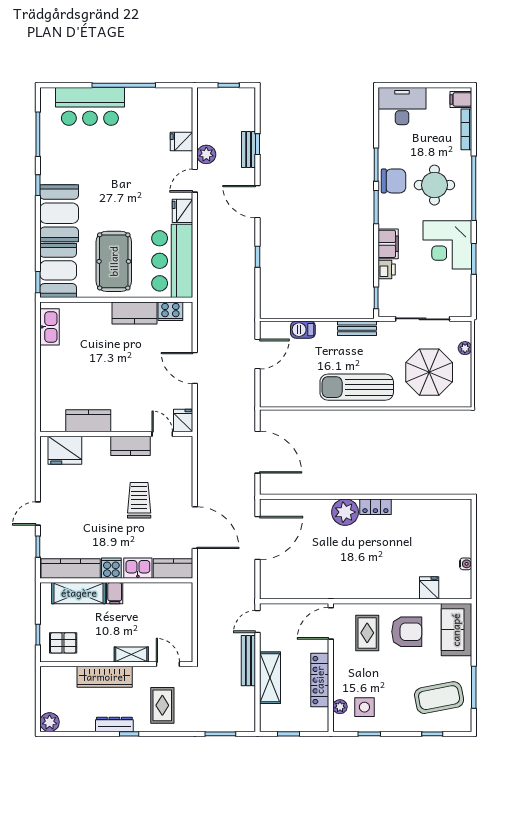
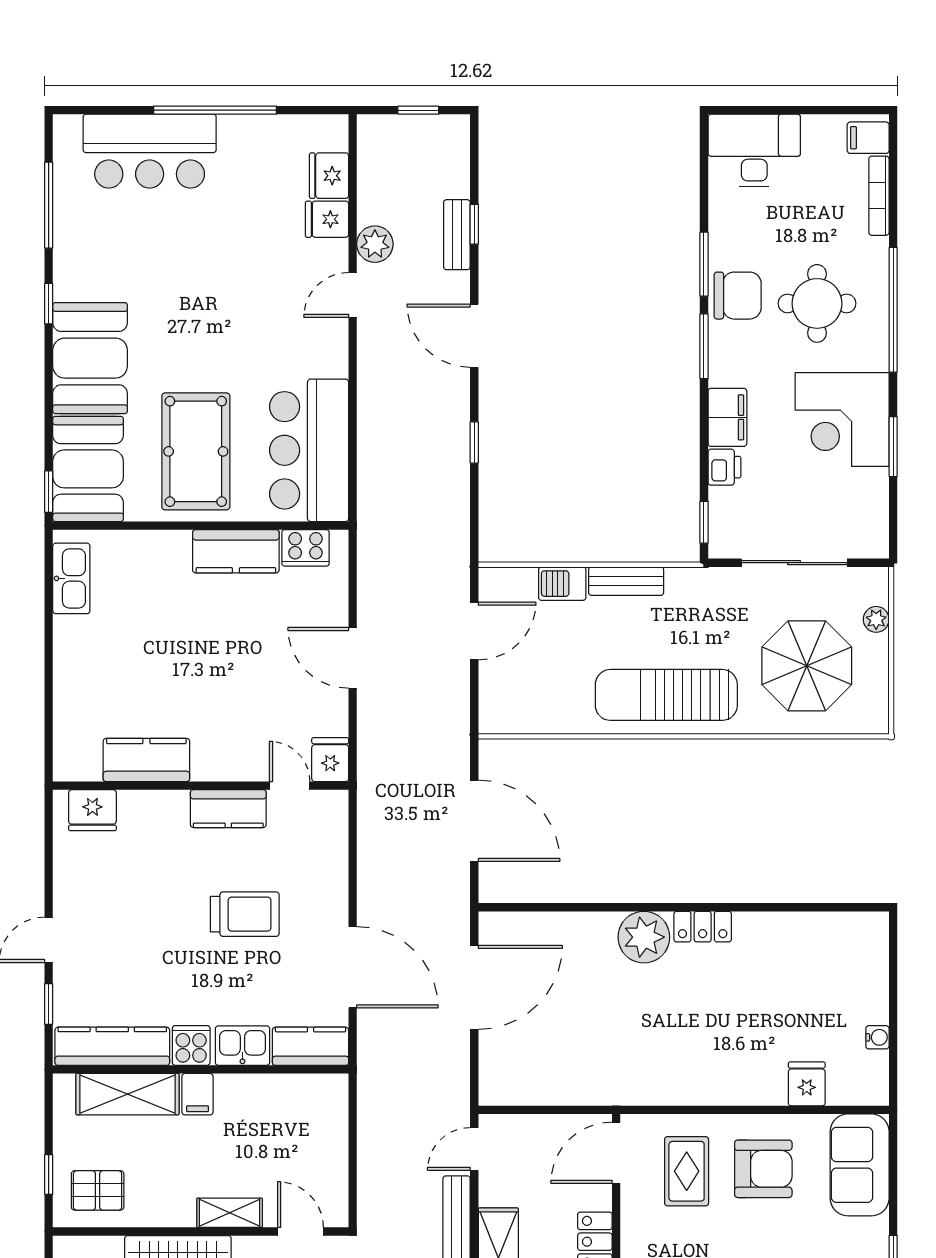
fridge: (183, 211) -> (329, 176), moved
bench: (357, 328) -> (626, 581), moved
fridge: (65, 450) -> (92, 810), width x0.73, depth x0.75
trolley: (139, 500) -> (245, 914), turned 90

